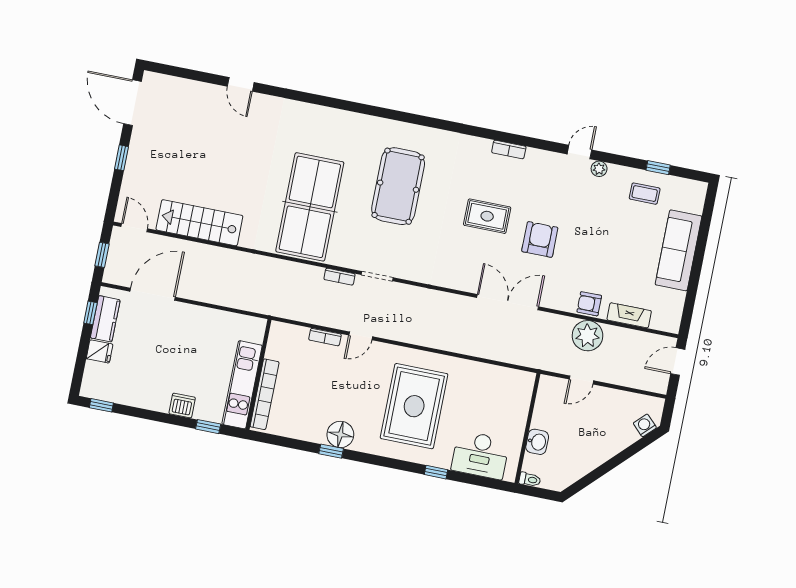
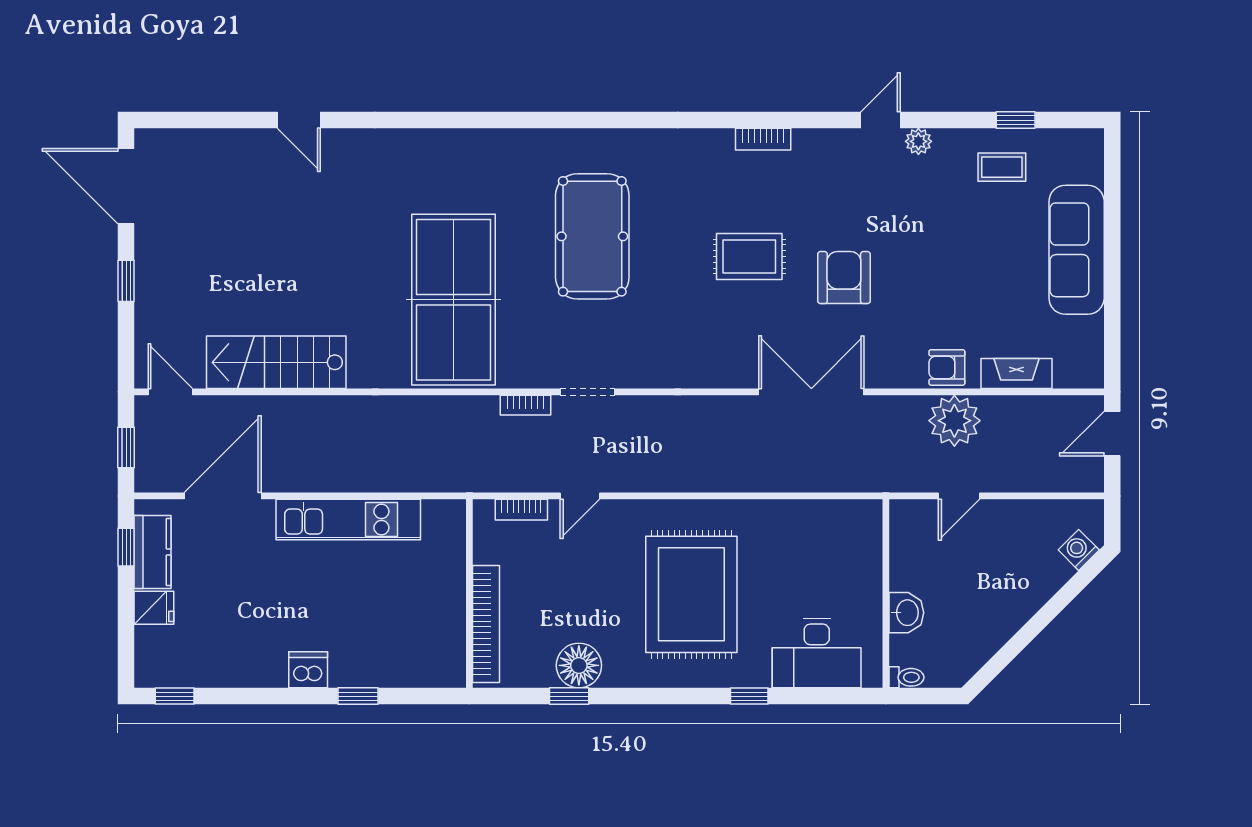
wall: (258, 375) -> (469, 594), moved
kitchen unit: (242, 385) -> (348, 520), moved, turned -90
bookcase: (265, 394) -> (486, 624), moved

